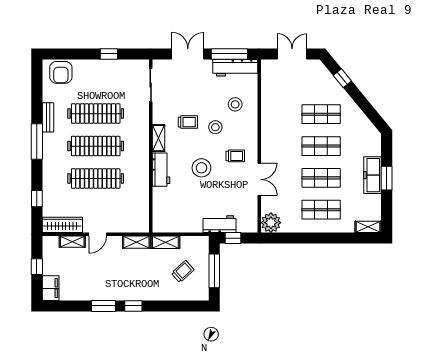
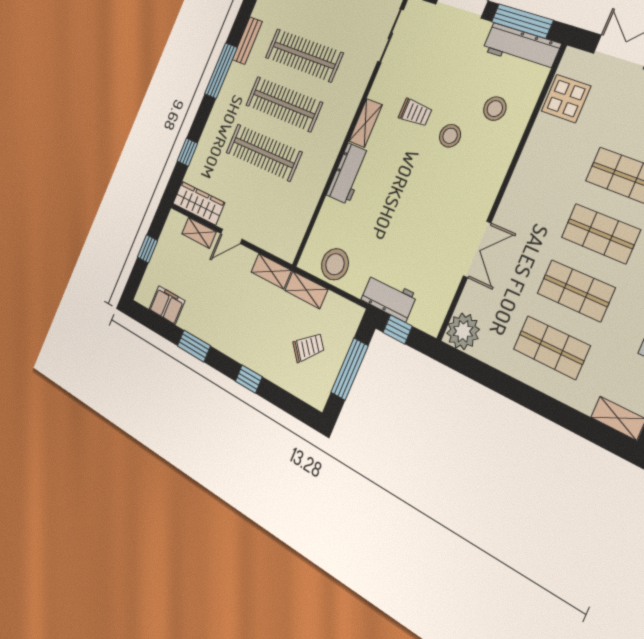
display table: (273, 86) -> (566, 99), added
trolley: (235, 156) -> (459, 195), removed
stool: (201, 168) -> (335, 264), moved
filing cabinet: (51, 288) -> (167, 305), moved, turned -90
window: (133, 306) -> (249, 379), moved

